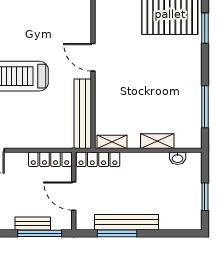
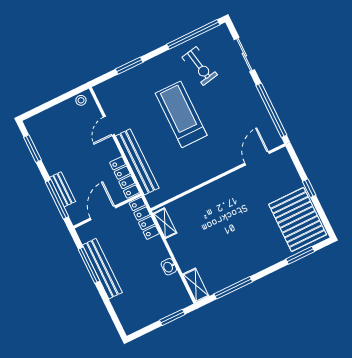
door: (93, 57) -> (257, 158), moved
bench: (83, 114) -> (137, 162), moved, turned 90
shelving: (157, 141) -> (196, 285), moved
washbasin: (178, 158) -> (169, 267), moved
window: (205, 197) -> (172, 317), moved

